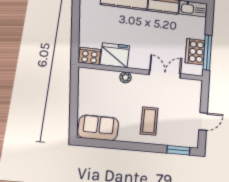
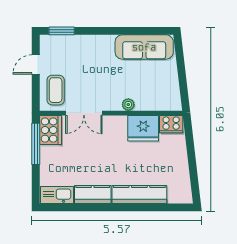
cooker: (195, 52) -> (50, 130), moved
coffee table: (149, 121) -> (56, 90), moved
sofa: (98, 128) -> (144, 47), width x1.36

